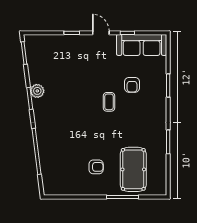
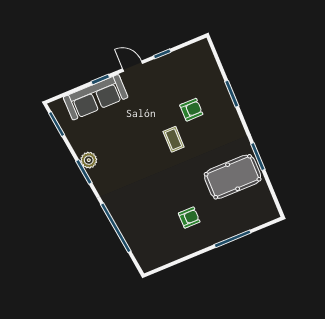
sofa: (142, 45) -> (96, 97), moved
armchair: (132, 85) -> (191, 110), turned -90
pool table: (133, 169) -> (233, 177), moved, turned 90

